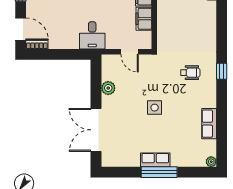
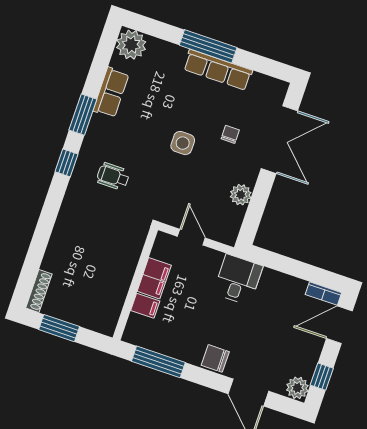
door: (21, 29) -> (339, 325), hinge flipped
window: (222, 104) -> (83, 115), added
chair: (127, 123) -> (230, 134), added
row of seats: (155, 160) -> (218, 70), width x1.48
plant: (211, 162) -> (131, 45), width x1.88, depth x1.88

